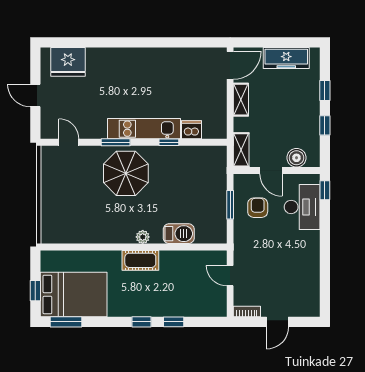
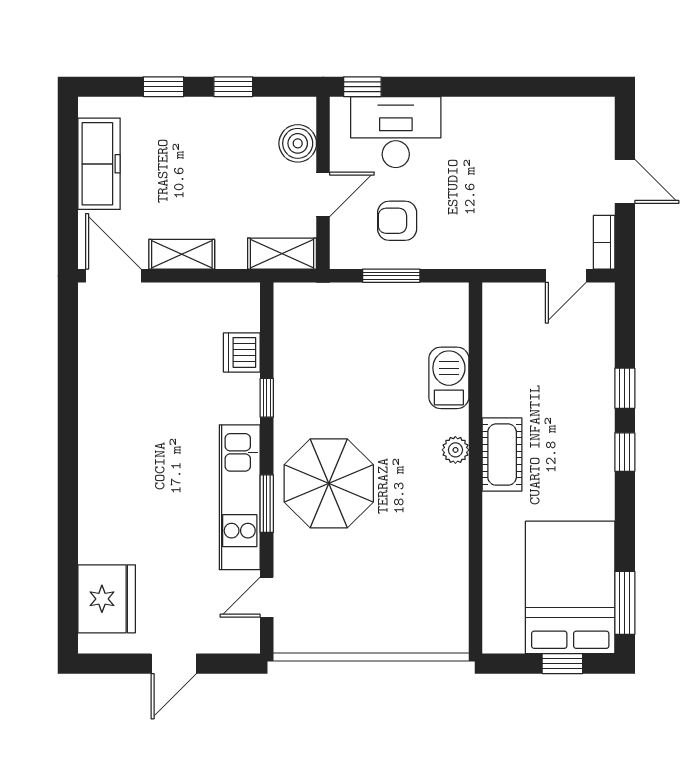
kitchen unit: (144, 129) -> (240, 497), moved
door: (230, 276) -> (566, 276), moved

